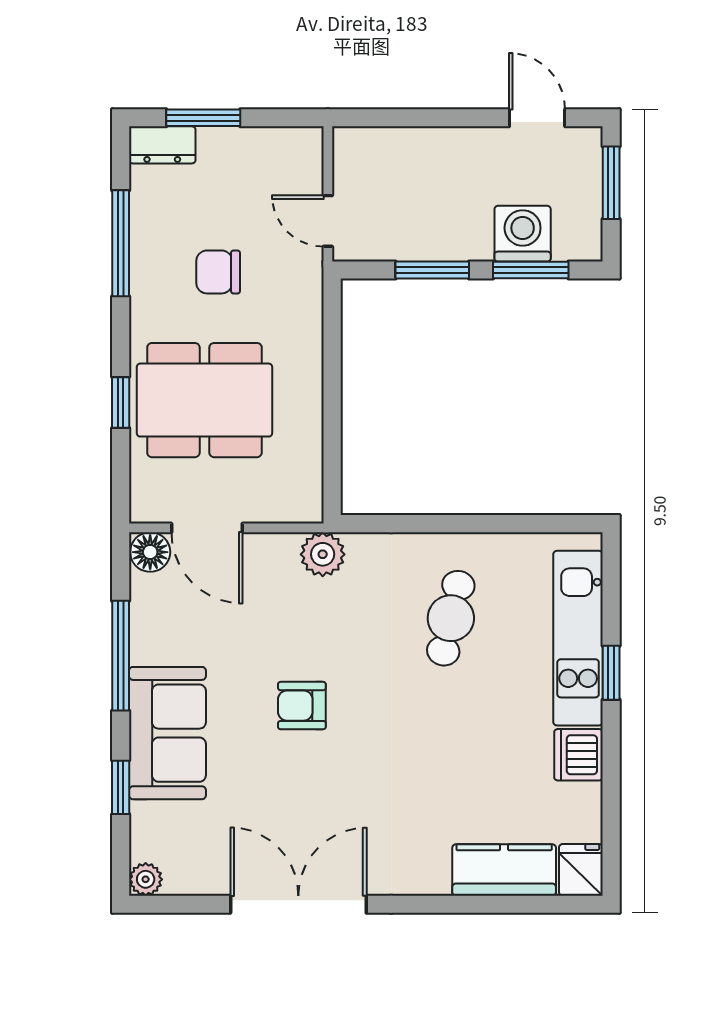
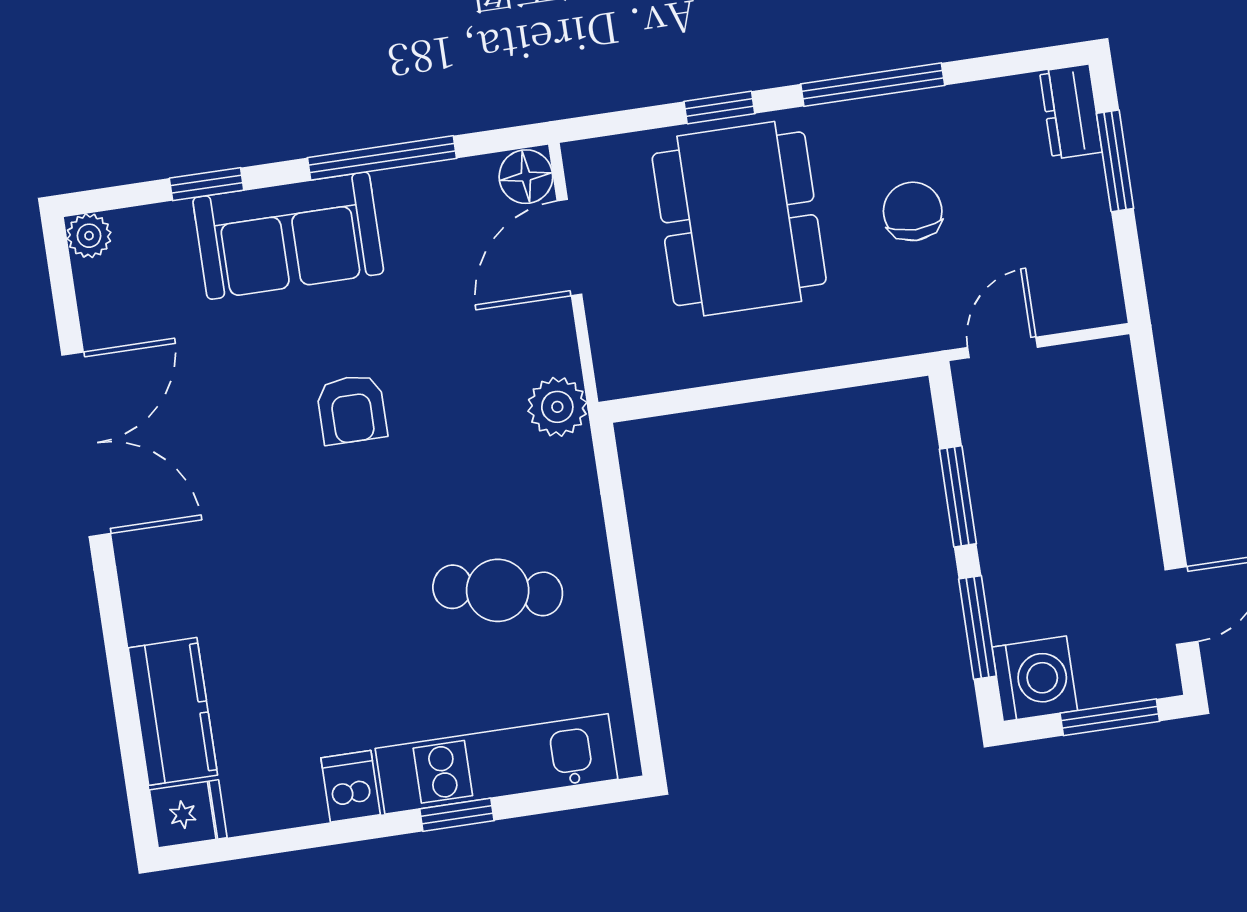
washing machine: (523, 234) -> (1035, 679), moved
window: (121, 243) -> (873, 85), moved
armchair: (302, 706) -> (352, 409), turned 180
dishwasher: (578, 755) -> (351, 786), width x0.73

